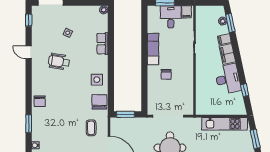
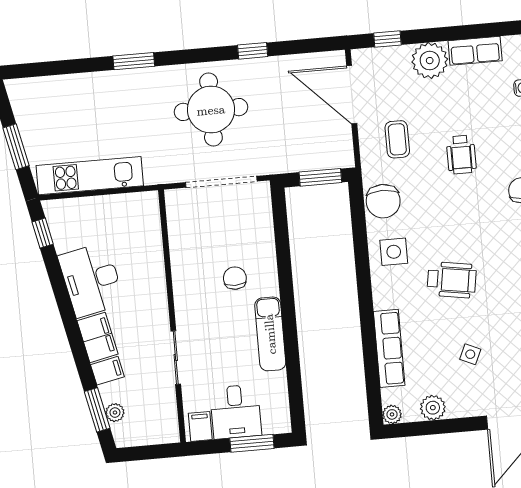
plant: (86, 11) -> (433, 408), added
row of seats: (102, 44) -> (389, 348), width x1.48
wheelchair: (59, 62) -> (452, 280), moved
window: (245, 90) -> (43, 233), moved
wheelchair: (64, 119) -> (461, 155), added

